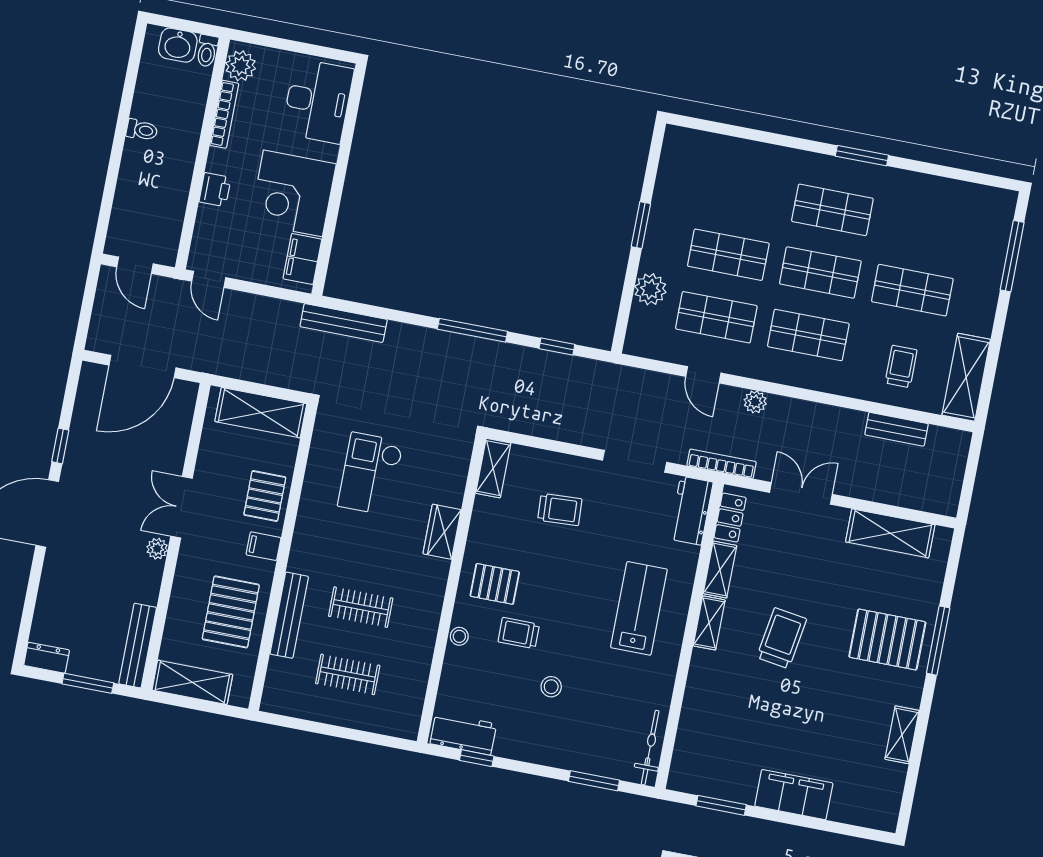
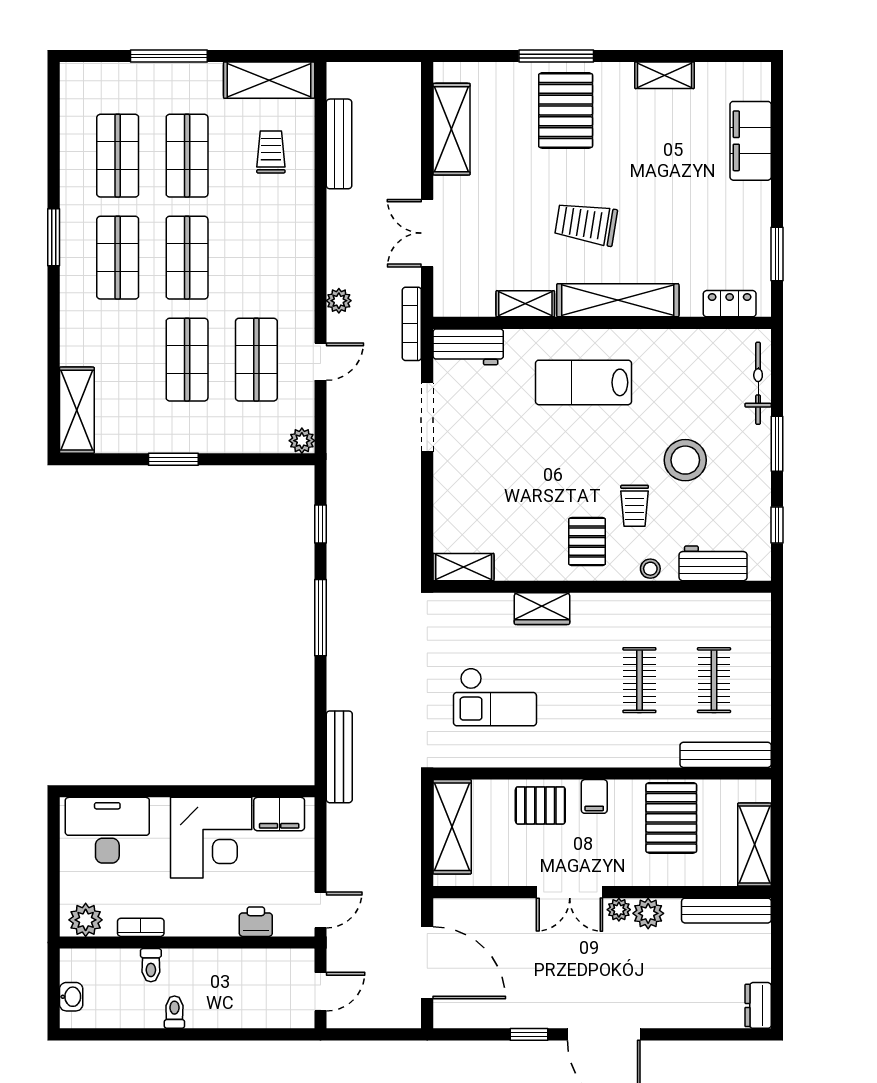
washbasin: (178, 45) -> (71, 997), width x0.72, depth x0.69
toilet: (207, 51) -> (151, 965), moved, turned 90
bookcase: (224, 114) -> (141, 927), width x0.64
shelving: (702, 146) -> (77, 410), added
printer: (215, 190) -> (256, 922), moved
window: (1012, 256) -> (169, 56), moved
plant: (650, 289) -> (302, 441), moved, width x0.73, depth x0.73
shop shelf: (808, 335) -> (118, 156), moved
trolley: (901, 366) -> (271, 152), turned 90
bench: (897, 429) -> (339, 144), width x1.36
trolley: (560, 510) -> (494, 487), removed
locker: (730, 518) -> (730, 304), moved
plant: (149, 575) -> (648, 913), added
pallet: (231, 612) -> (671, 818), turned 90
bench: (289, 615) -> (726, 755), moved
shelving: (709, 623) -> (618, 300), width x2.20, depth x1.33
window: (88, 683) -> (777, 956), removed
stool: (551, 687) -> (685, 460), width x1.89, depth x1.89
workbench: (463, 734) -> (713, 563), moved, turned 90
bicycle: (650, 748) -> (758, 383), moved, turned 90
window: (594, 781) -> (777, 444), moved
filing cabinet: (794, 795) -> (751, 141), moved

